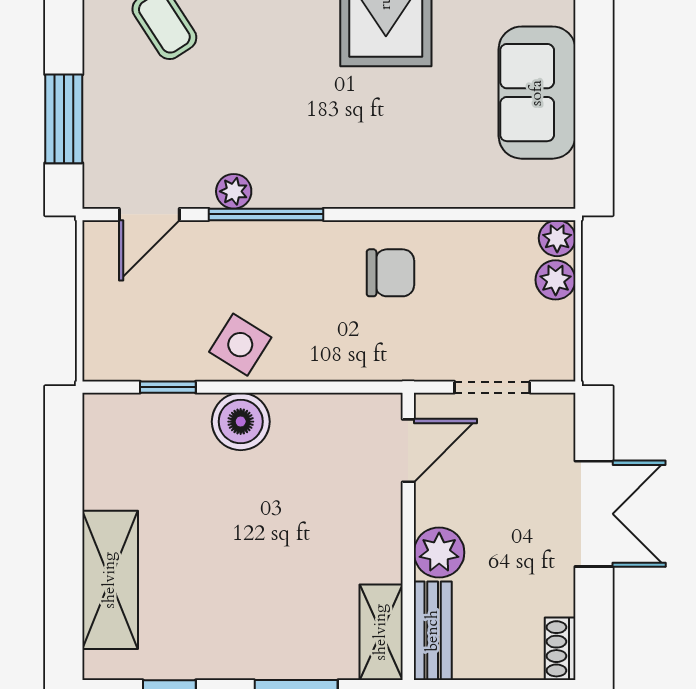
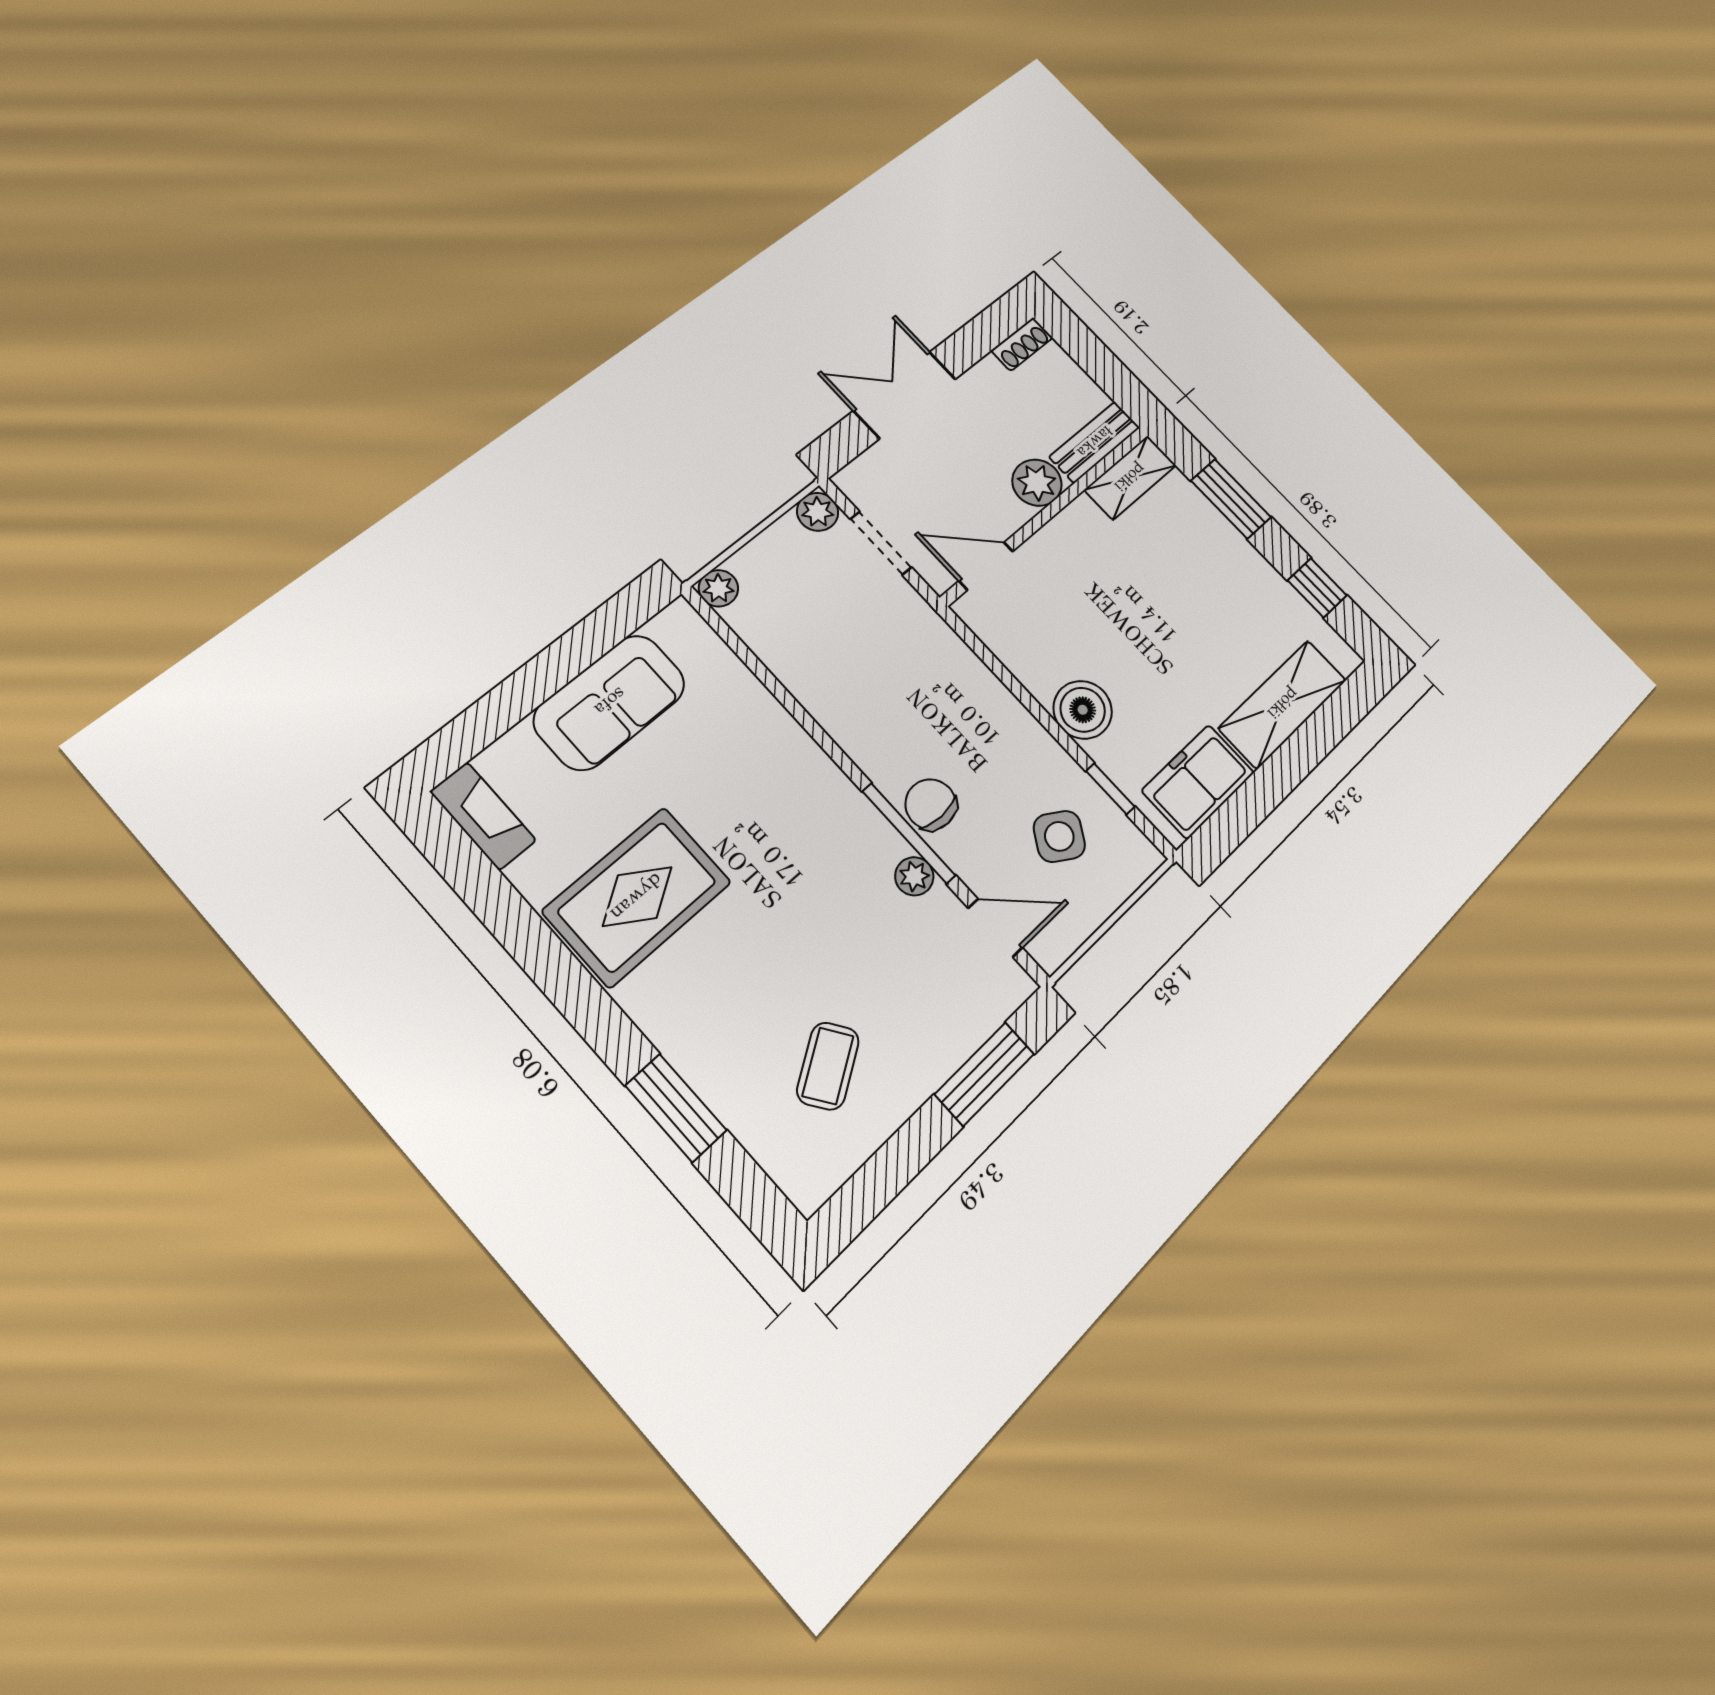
chair: (390, 273) -> (931, 804), moved
plant: (556, 280) -> (818, 512), moved
side table: (240, 345) -> (1059, 836), moved
freezer: (115, 457) -> (1198, 782), added

